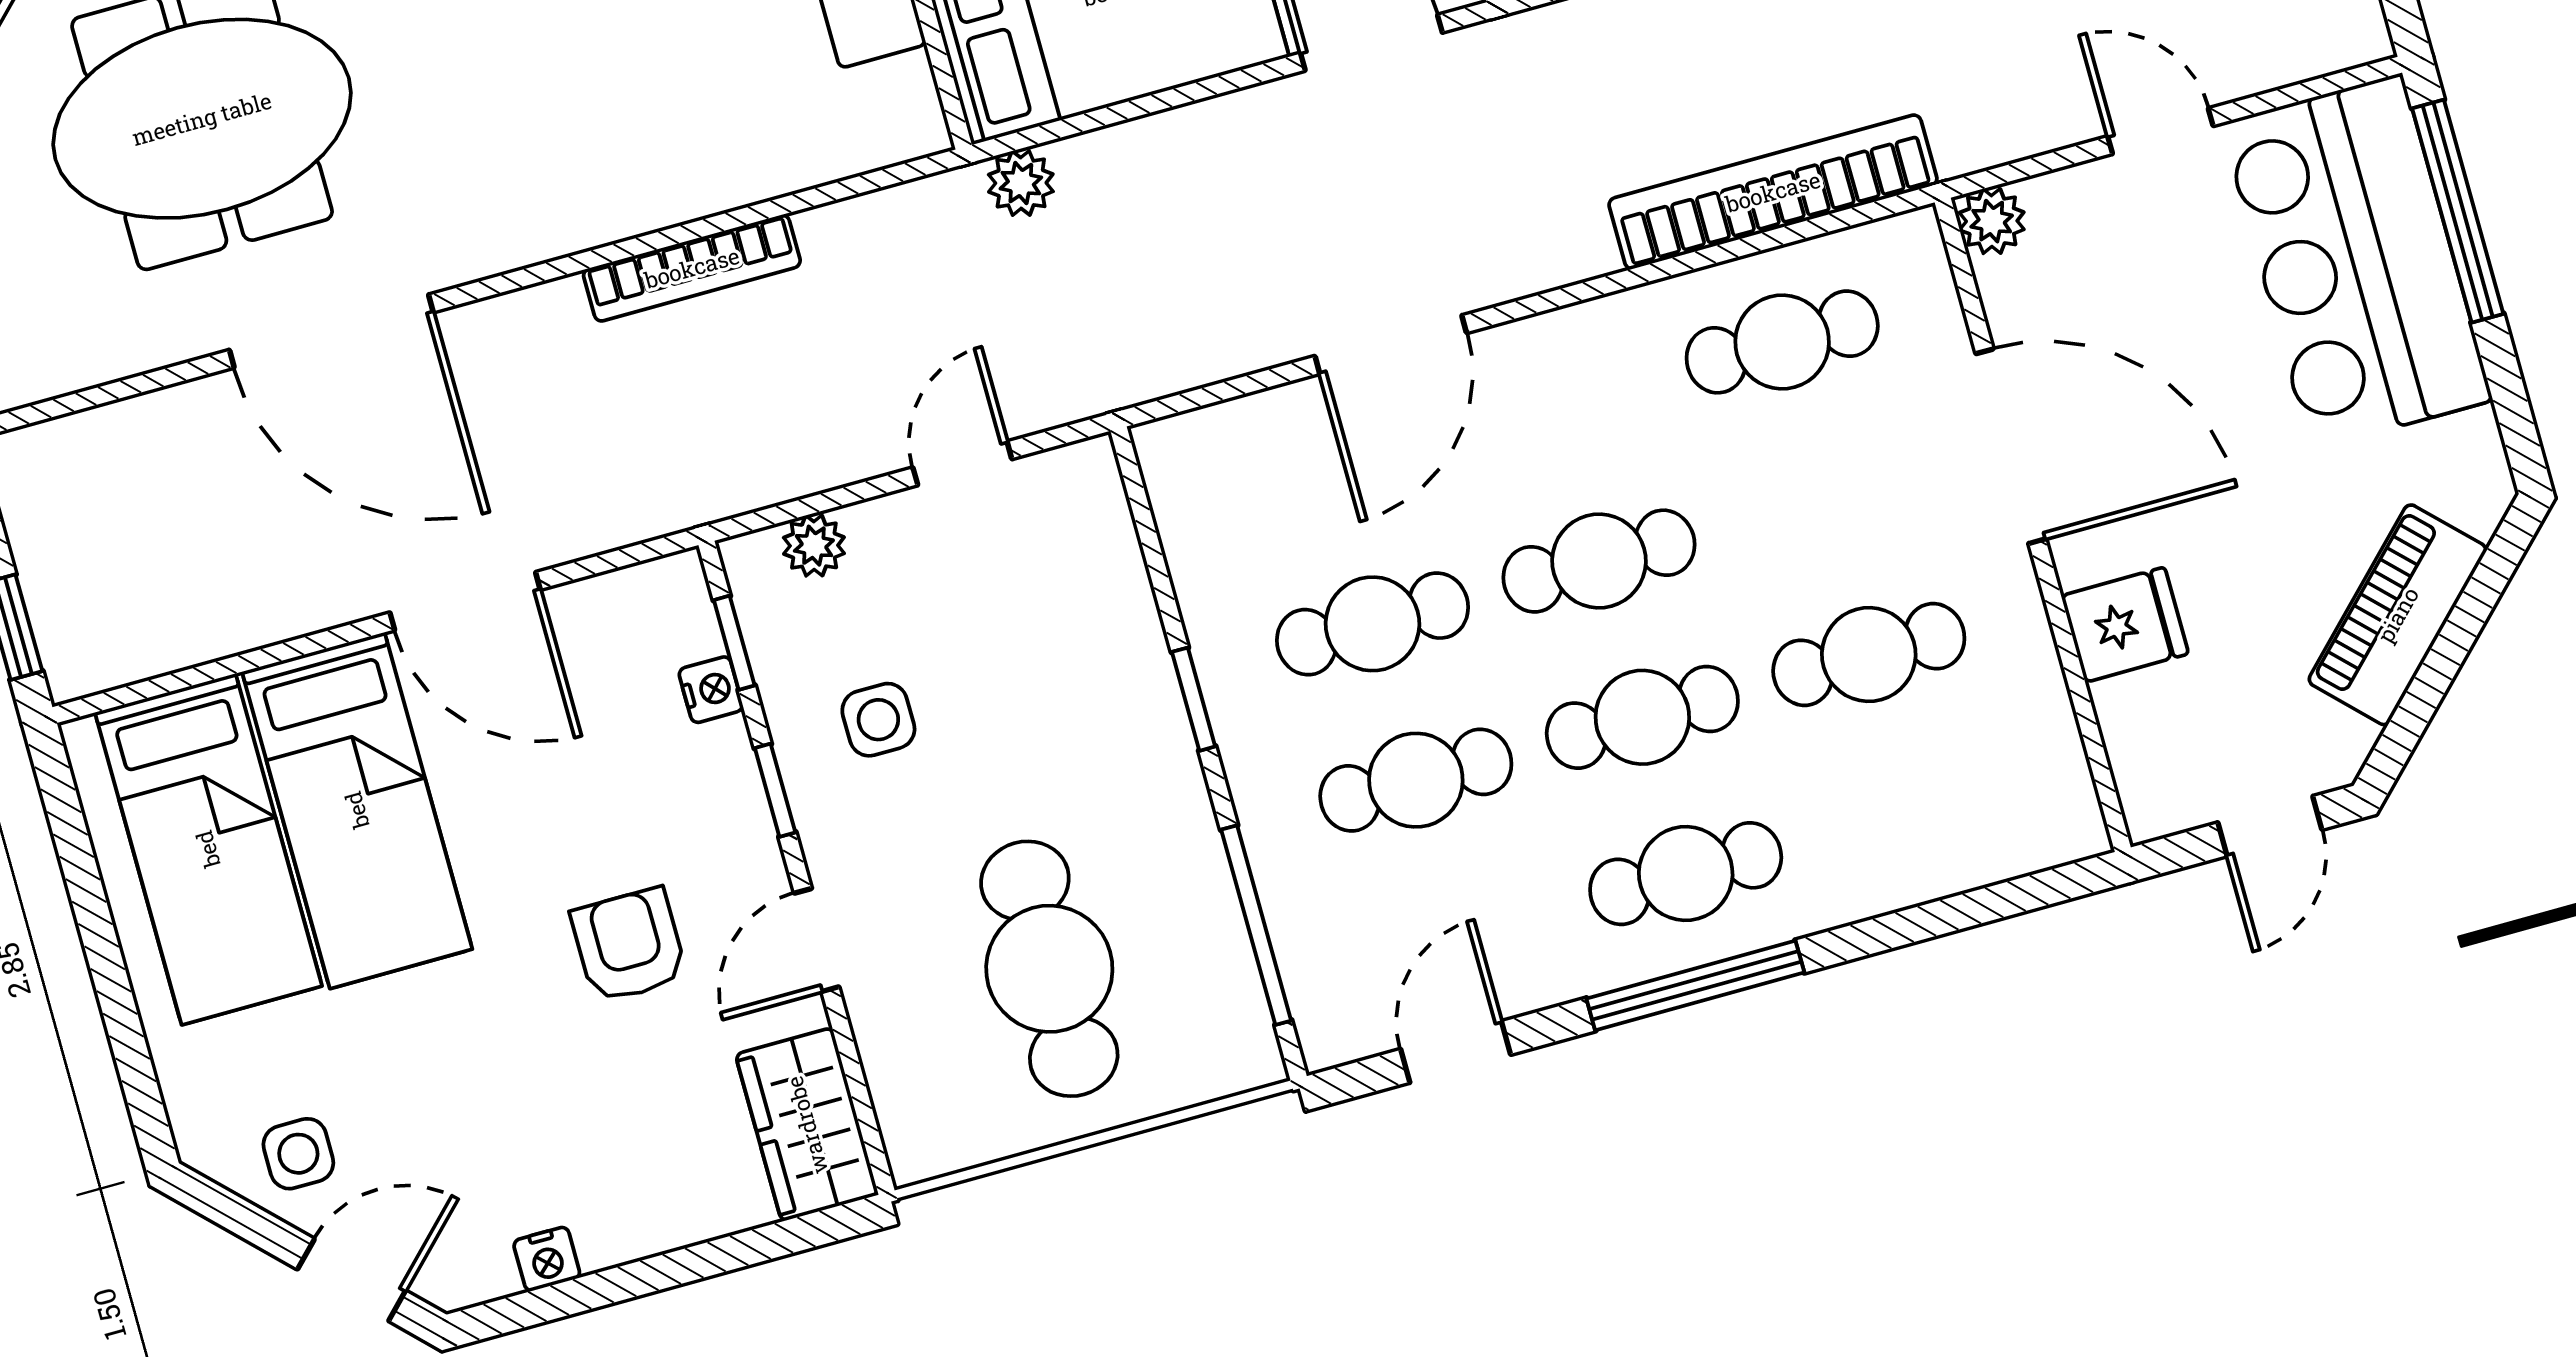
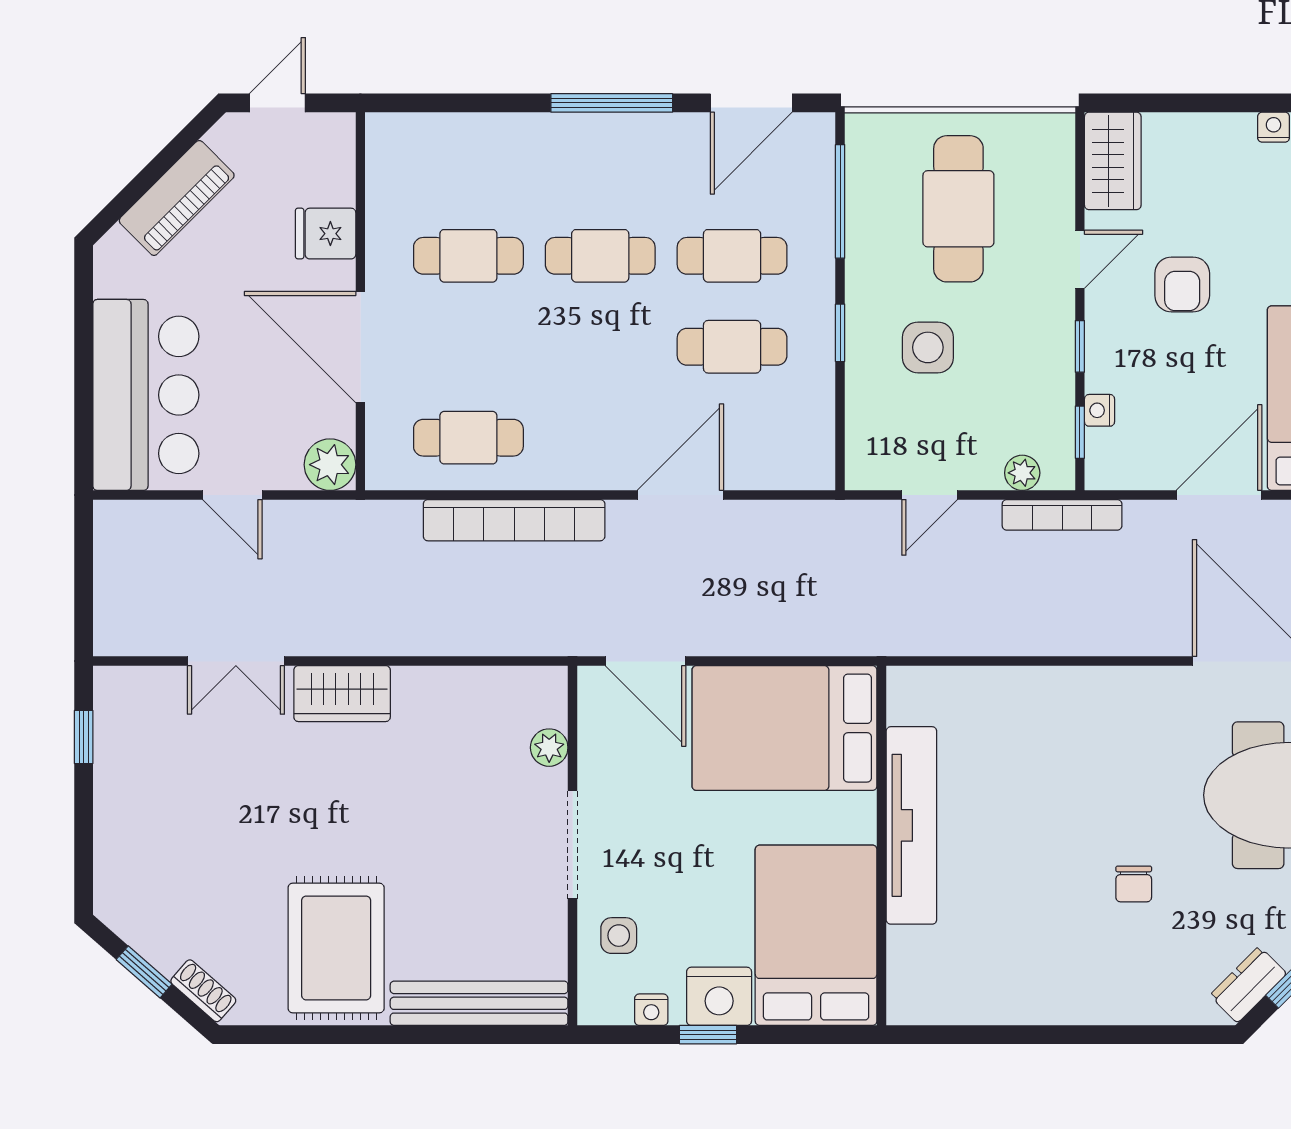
plant: (1021, 183) -> (856, 638), removed
bookcase: (1773, 192) -> (514, 520), moved
window: (2458, 211) -> (84, 407), removed
plant: (1992, 221) -> (330, 465), width x1.38, depth x1.38
bookcase: (692, 268) -> (1062, 515), moved, turned 180
cafe table: (1599, 561) -> (600, 347), removed
door: (465, 601) -> (1219, 495), hinge flipped
side table: (878, 720) -> (928, 347), moved, width x1.37, depth x1.37
cafe table: (1686, 874) -> (600, 165), removed
door: (1456, 1052) -> (751, 103), width x1.38

